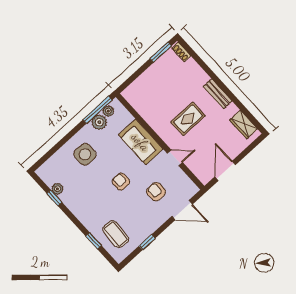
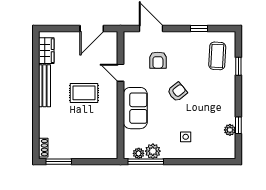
bench: (218, 94) -> (45, 86), width x1.36
side table: (85, 154) -> (186, 137), width x0.54, depth x0.54
armchair: (121, 182) -> (177, 92), turned -129

